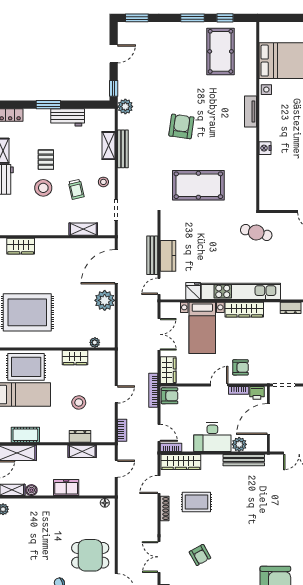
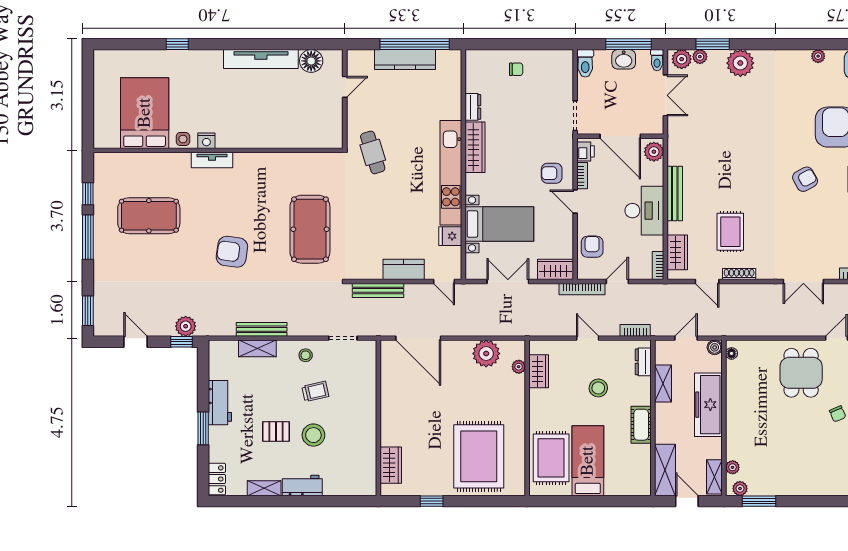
window: (192, 18) -> (88, 237), width x1.44
pool table: (221, 51) -> (149, 216), moved
plant: (125, 107) -> (186, 326), moved
nightstand: (265, 148) -> (206, 141), moved
shelving: (83, 229) -> (368, 382), removed
cafe table: (256, 233) -> (373, 152), turned -32
bench: (152, 255) -> (378, 290), moved
plant: (105, 300) -> (486, 354), moved
wardrobe: (244, 310) -> (475, 147), moved
wardrobe: (75, 358) -> (539, 371), moved
armchair: (241, 367) -> (552, 173), turned -90
armchair: (170, 396) -> (592, 247), moved
door: (159, 433) -> (617, 281), moved
cot: (25, 435) -> (641, 425), moved
dresser: (80, 436) -> (643, 362), moved
plant: (239, 444) -> (654, 152), moved
bench: (244, 460) -> (675, 194), moved
wardrobe: (181, 462) -> (677, 252), width x0.67
door: (116, 469) -> (686, 338), hinge flipped
freezer: (66, 488) -> (708, 405), width x1.91, depth x1.26
boiler: (31, 490) -> (715, 347), moved
plant: (19, 504) -> (733, 467), added
armchair: (200, 555) -> (805, 179), moved

